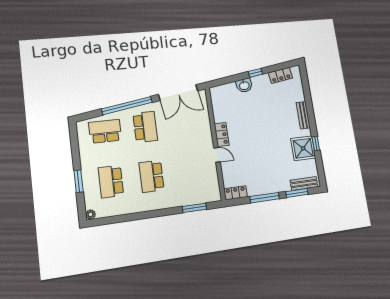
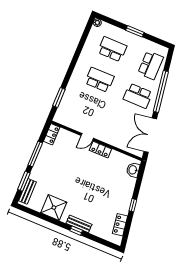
washbasin: (244, 85) -> (133, 170), moved
window: (316, 143) -> (76, 231), moved
window: (79, 181) -> (135, 31), moved

